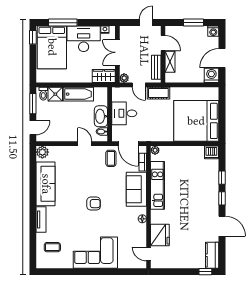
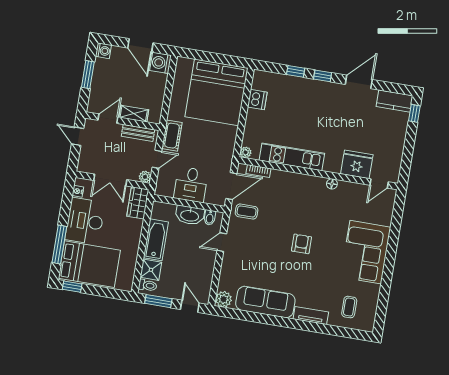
dishwasher: (211, 152) -> (257, 100), moved
sofa: (136, 189) -> (292, 185), removed

